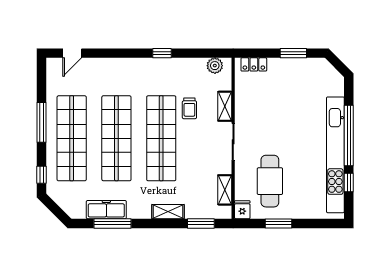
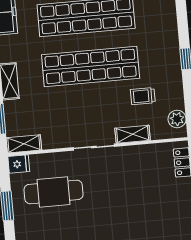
trolley: (189, 108) -> (143, 96), moved
shelving: (225, 190) -> (24, 144), moved

